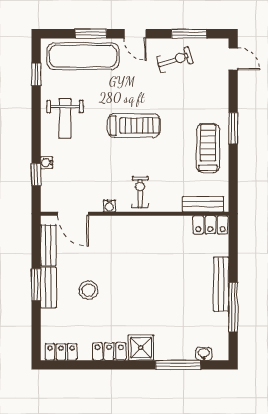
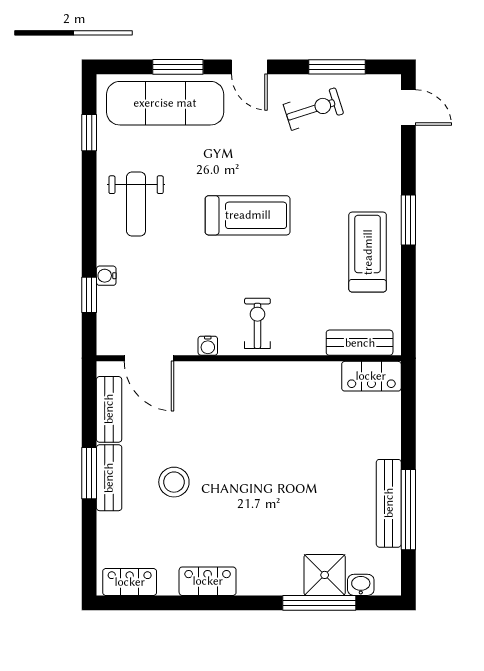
bench: (221, 284) -> (389, 503), moved
shower: (141, 348) -> (325, 575), moved

